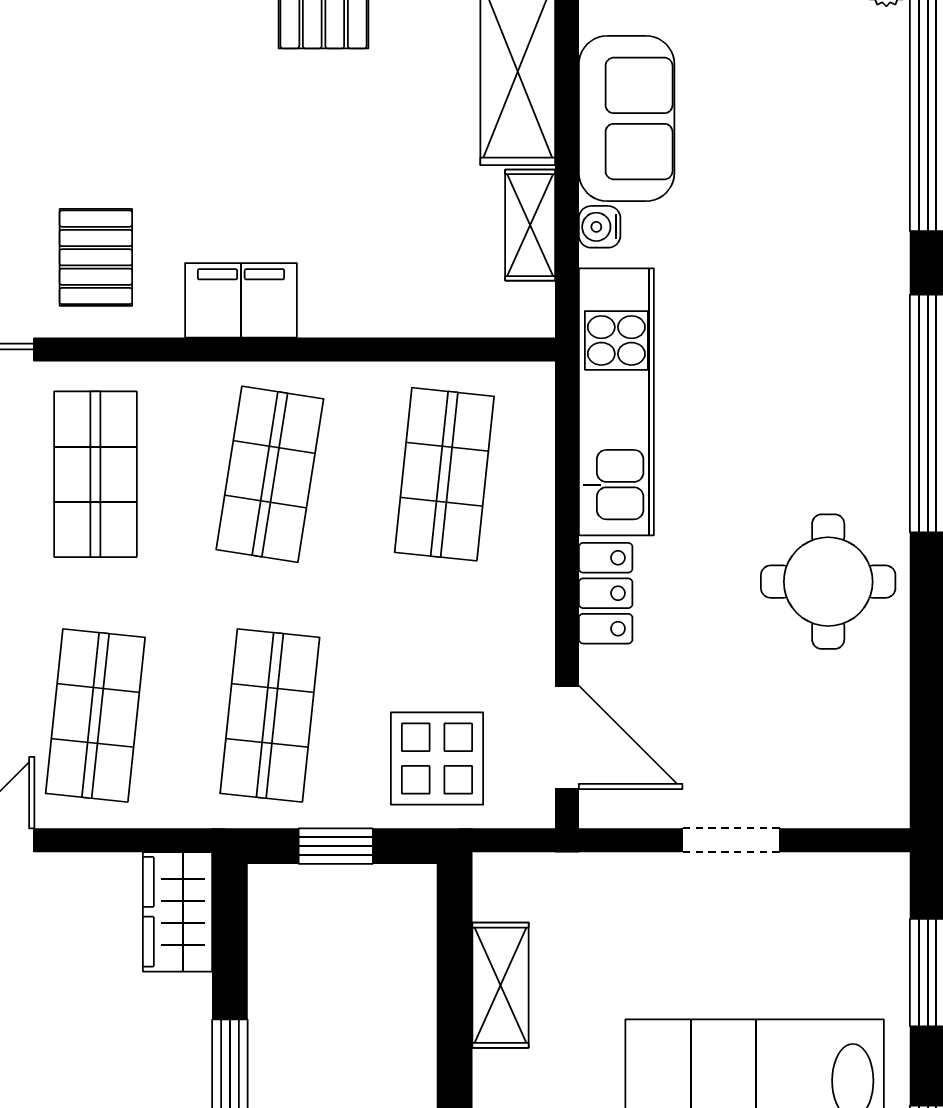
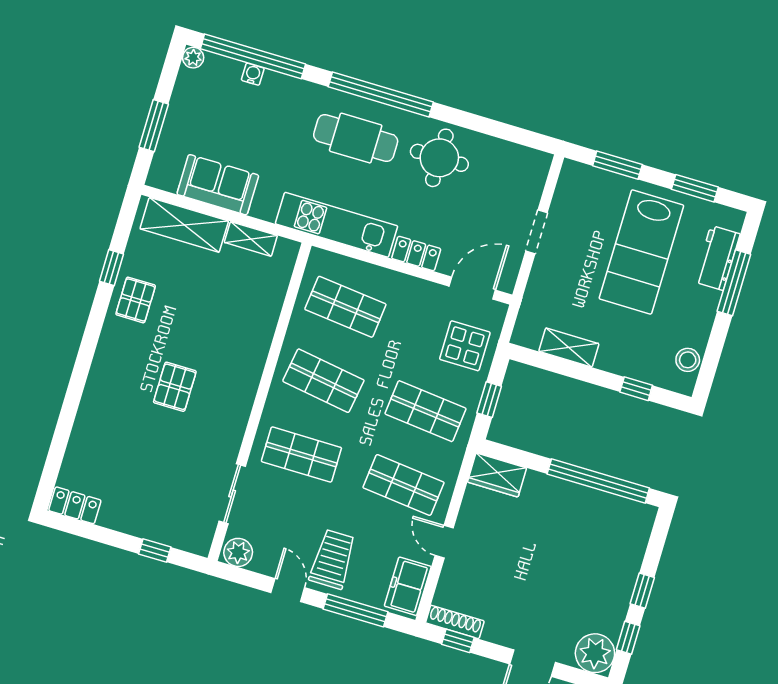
water cooler: (600, 227) -> (253, 74), moved, turned 180
pallet: (96, 257) -> (175, 387), moved, turned 90
filing cabinet: (241, 300) -> (246, 371), removed
cafe table: (817, 387) -> (356, 138), added

